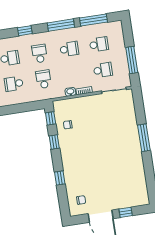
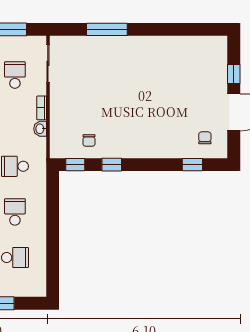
school desk: (14, 84) -> (15, 212), turned 180
window: (144, 138) -> (107, 29), moved
window: (60, 178) -> (192, 165), moved

